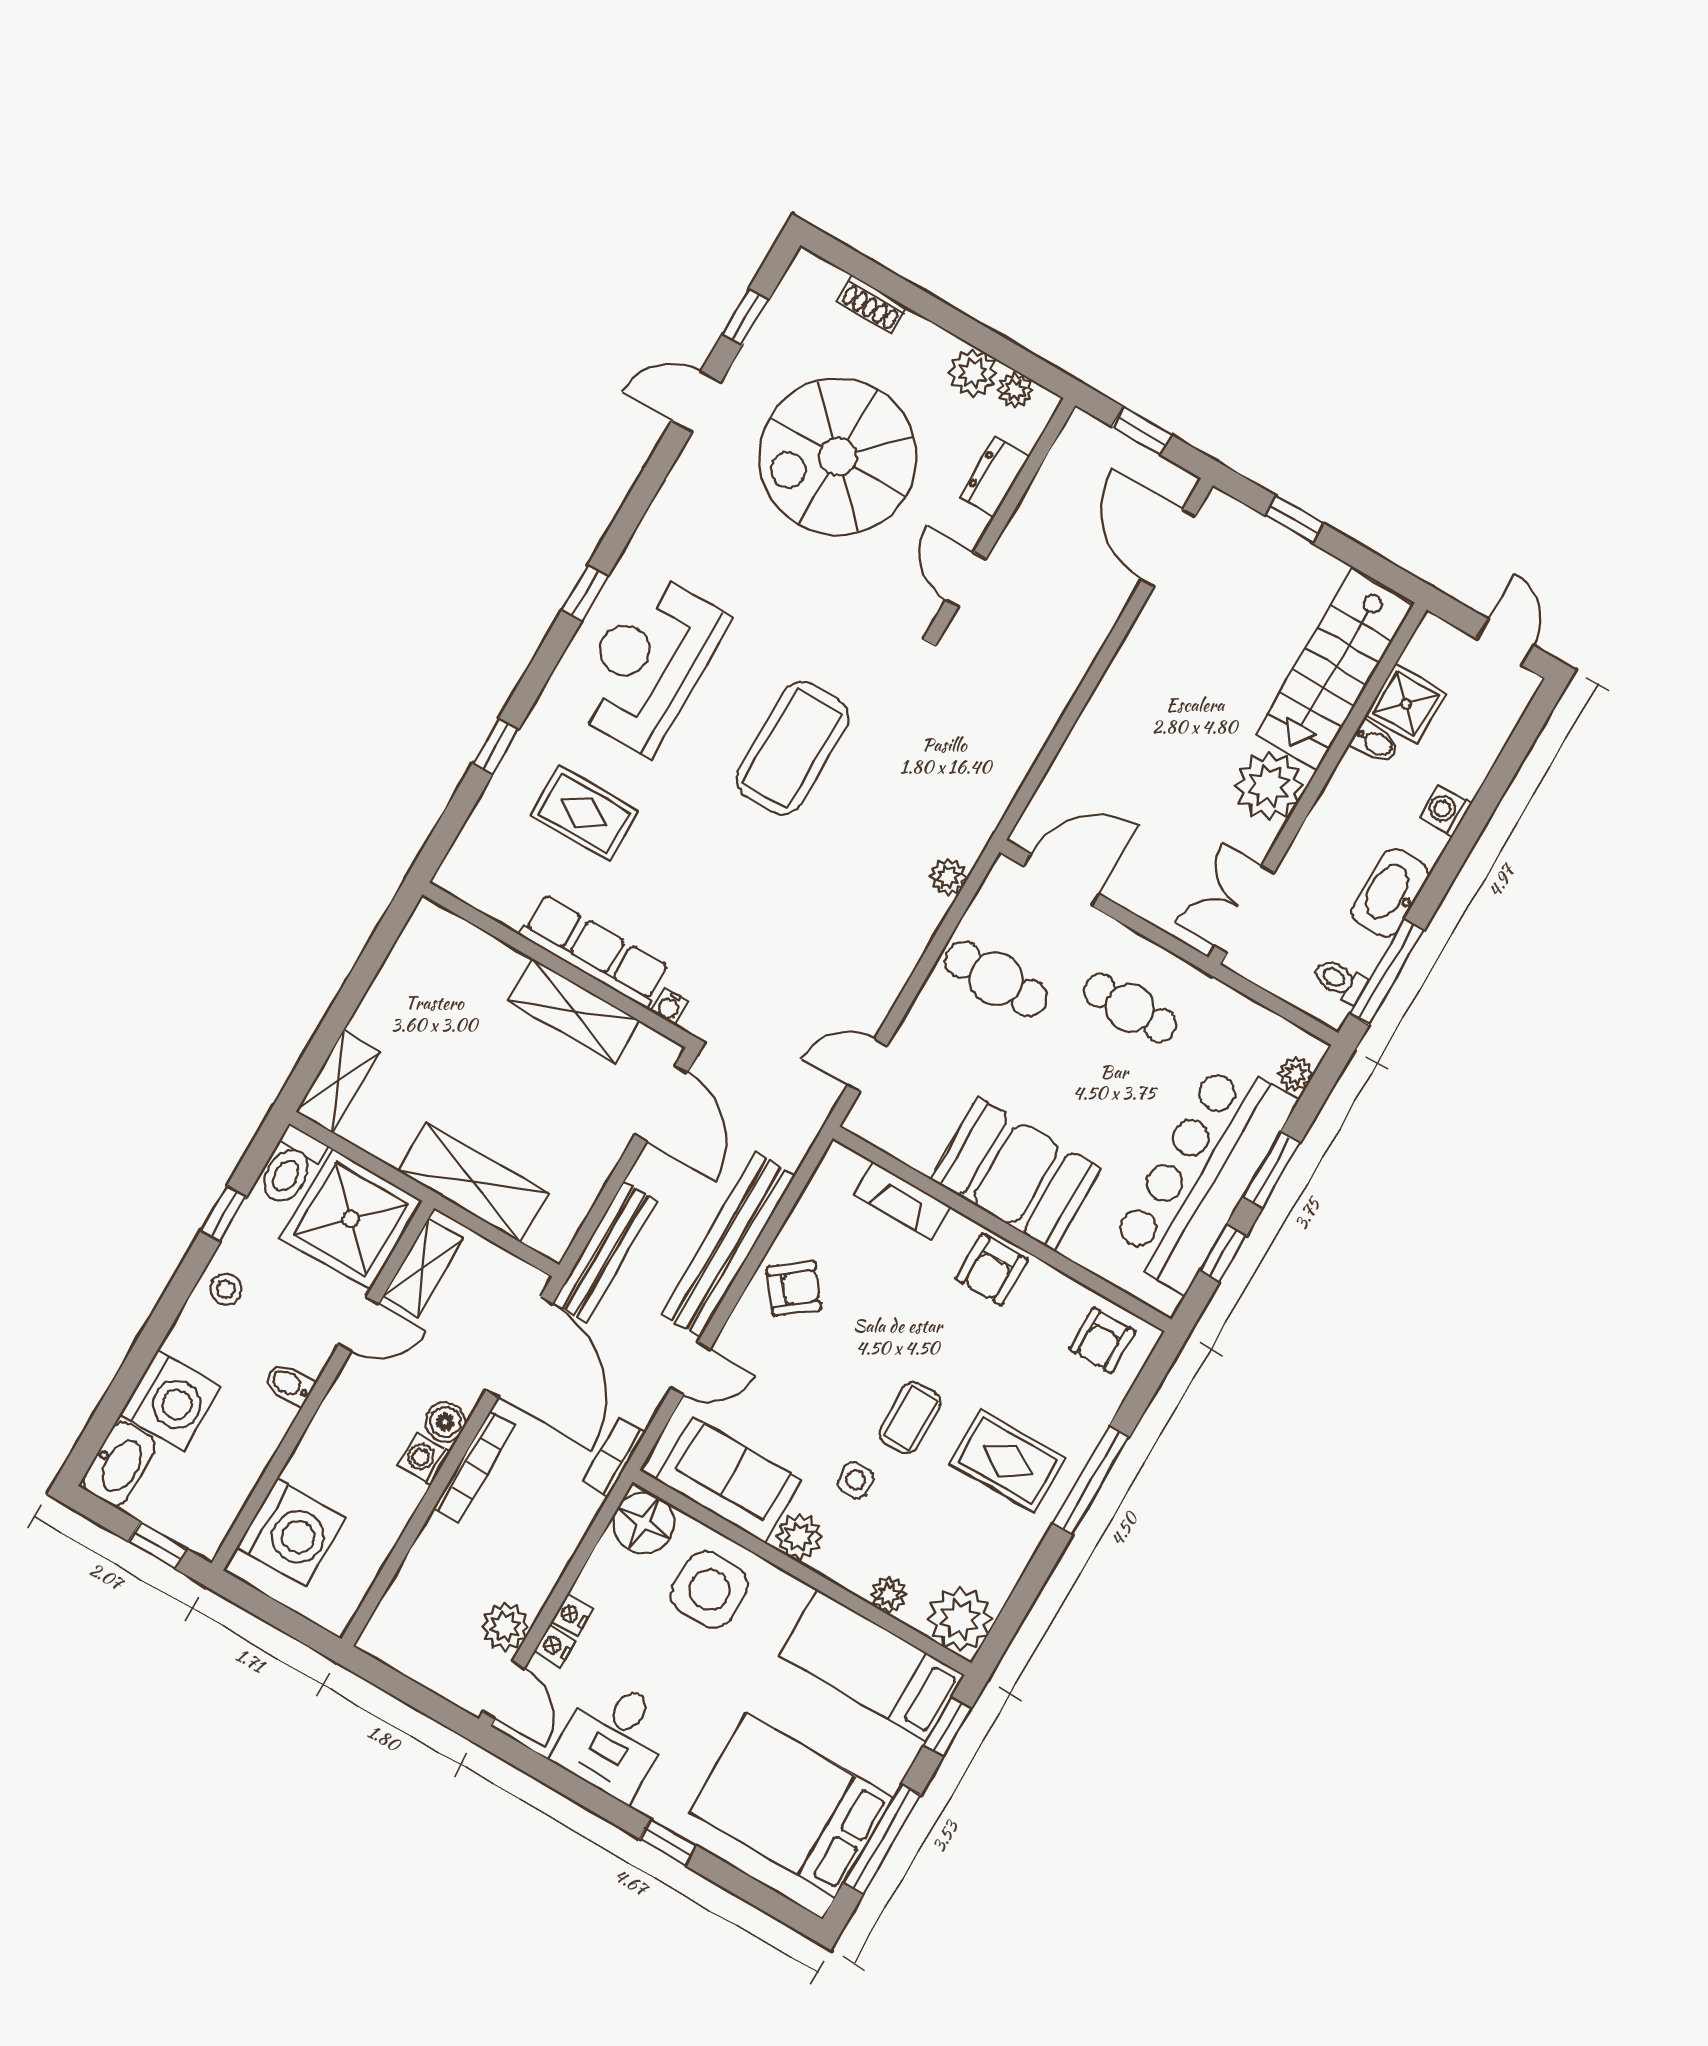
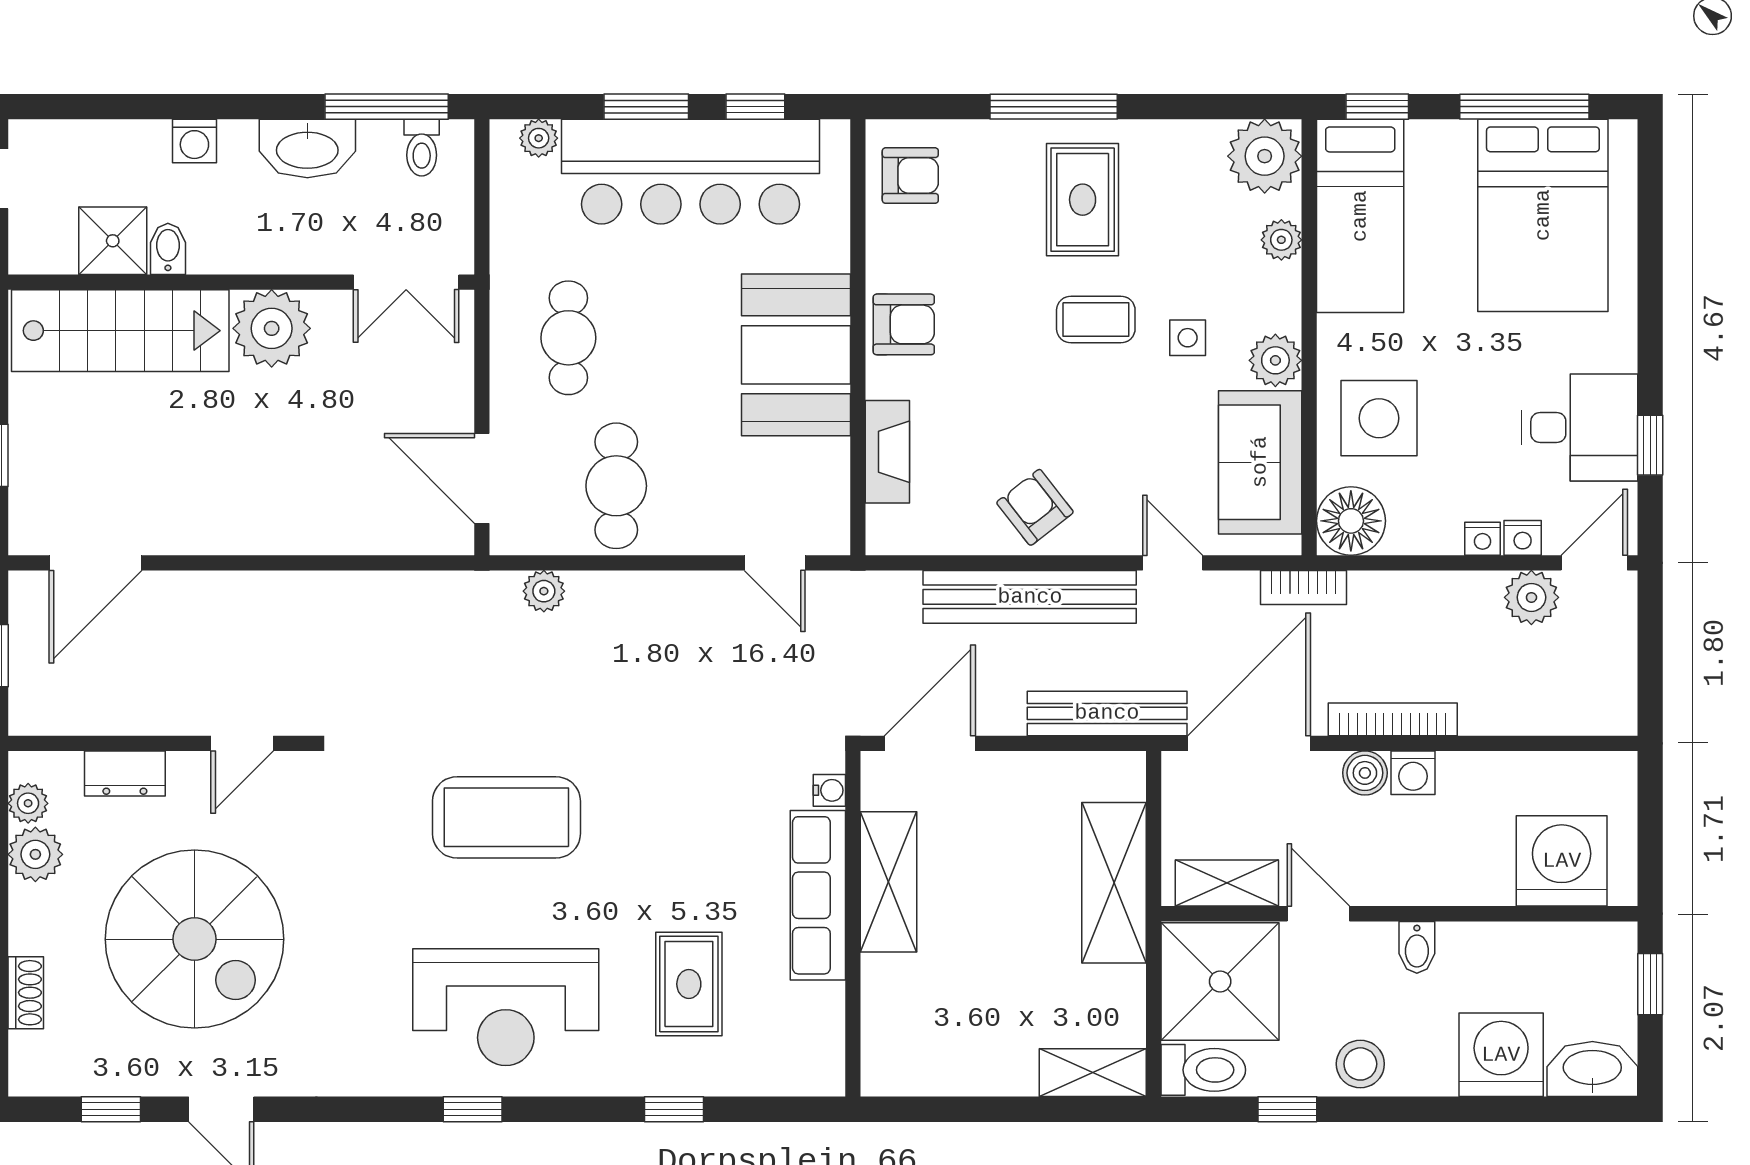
stool: (226, 1289) -> (1360, 1064), width x1.37, depth x1.37
window: (668, 1842) -> (1650, 445), moved

